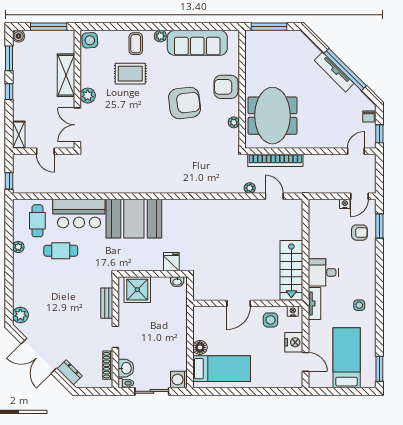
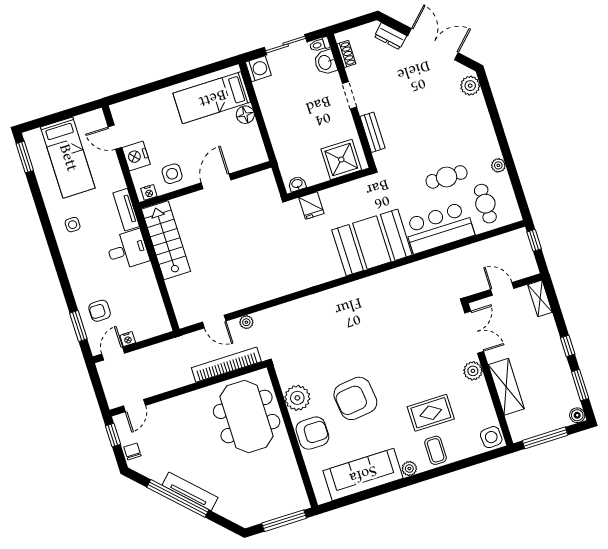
plant: (234, 122) -> (297, 398), width x1.88, depth x1.88
shoe rack: (108, 365) -> (346, 54), width x0.70

